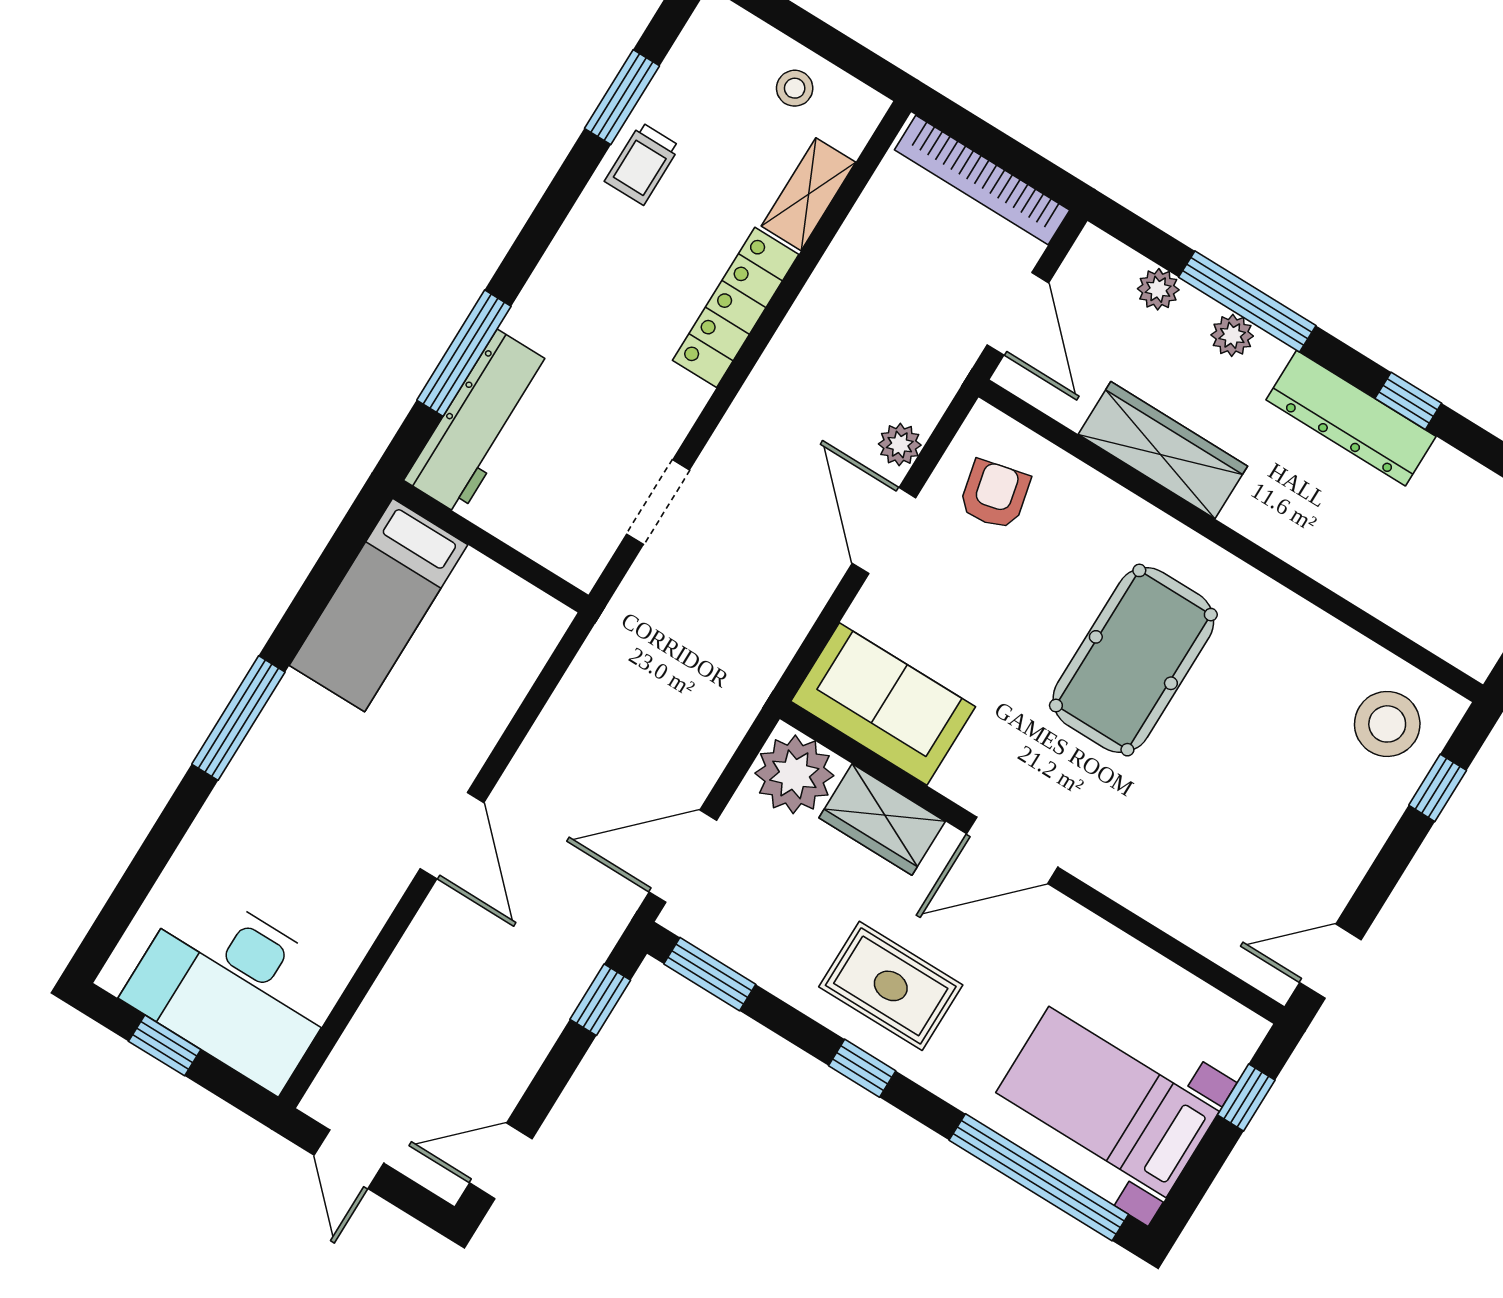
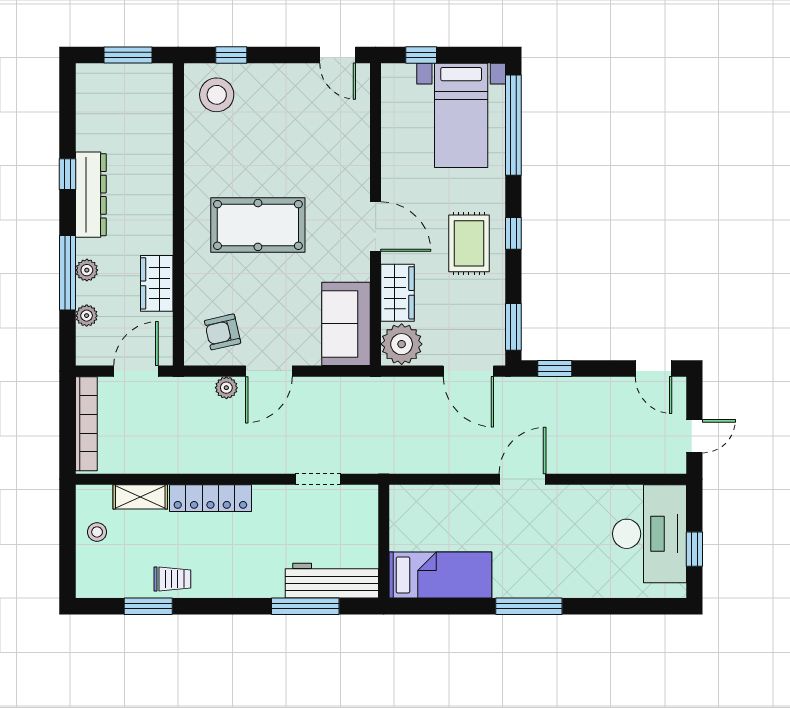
wardrobe: (1163, 450) -> (157, 283), width x0.67

